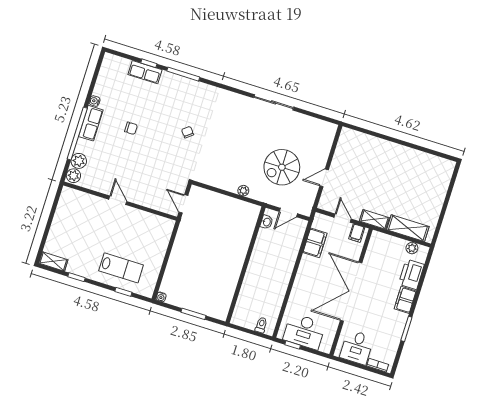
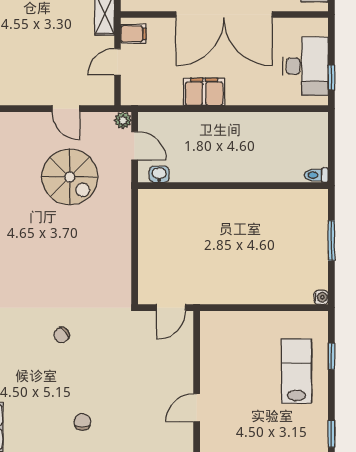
plant: (243, 191) -> (123, 120), moved
filing cabinet: (315, 243) -> (204, 92), moved
toilet: (261, 325) -> (316, 175), moved

